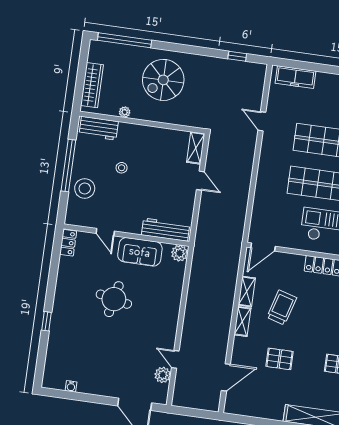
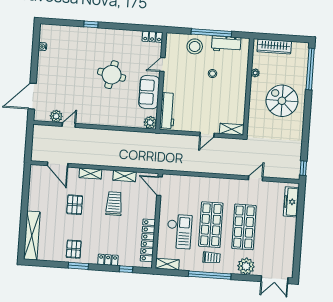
window: (237, 56) -> (303, 168), moved
workbench: (99, 128) -> (226, 44), moved, turned -90
trolley: (282, 308) -> (114, 204), turned -106
shelving: (242, 321) -> (90, 174), moved

